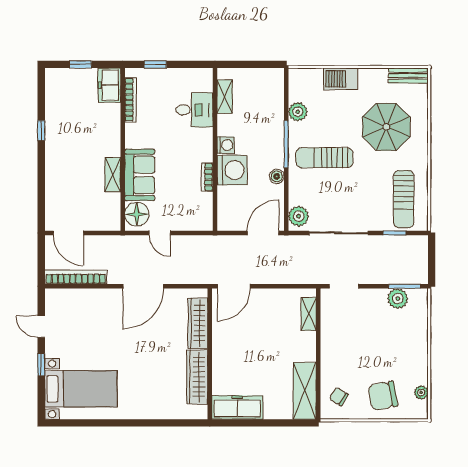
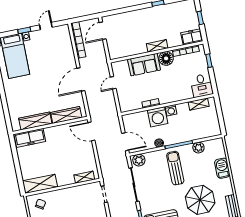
desk: (194, 110) -> (202, 85), moved
shelving: (113, 175) -> (157, 46), moved
floor lamp: (137, 214) -> (166, 58), moved
door: (143, 286) -> (81, 80), hinge flipped
freezer: (237, 407) -> (30, 138), moved, turned 90

